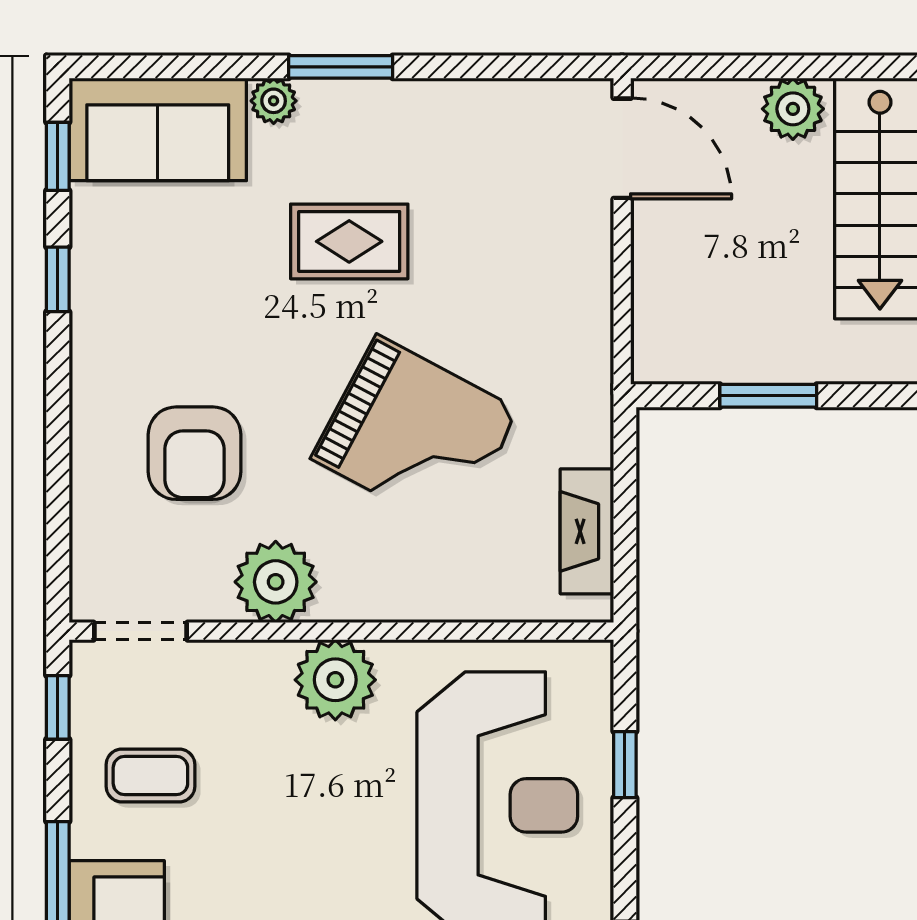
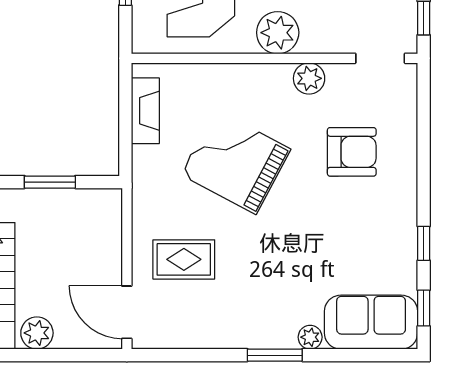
rug: (349, 241) -> (184, 259), moved
armchair: (195, 453) -> (352, 152), turned 90
plant: (276, 582) -> (309, 78), width x0.73, depth x0.73

